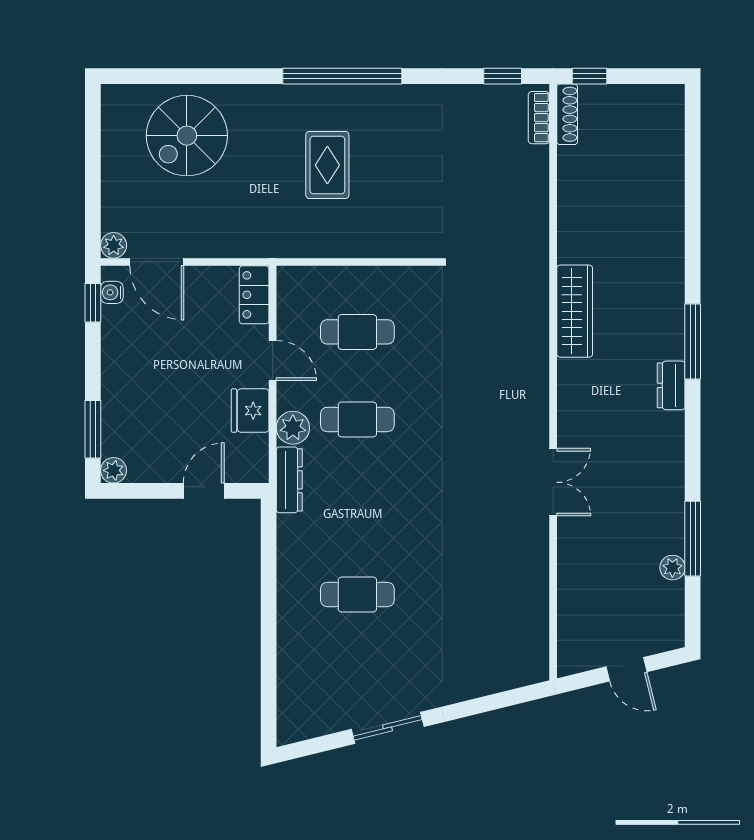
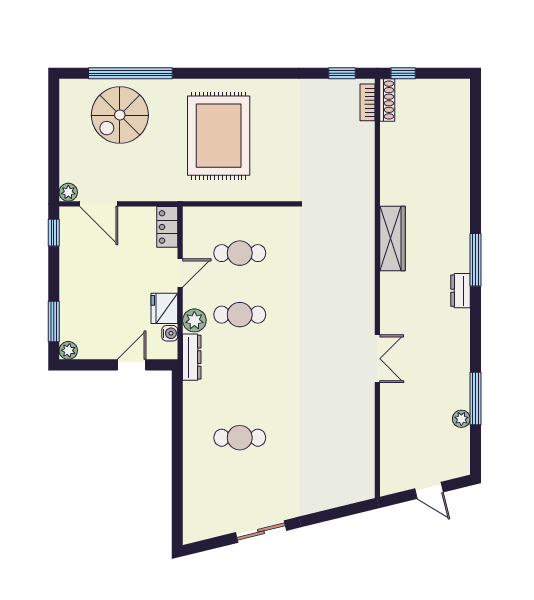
window: (342, 76) -> (130, 73), moved
rug: (327, 165) -> (219, 136), width x1.86, depth x2.06
water cooler: (112, 292) -> (170, 333), moved, turned 180
door: (273, 360) -> (180, 273), hinge flipped

